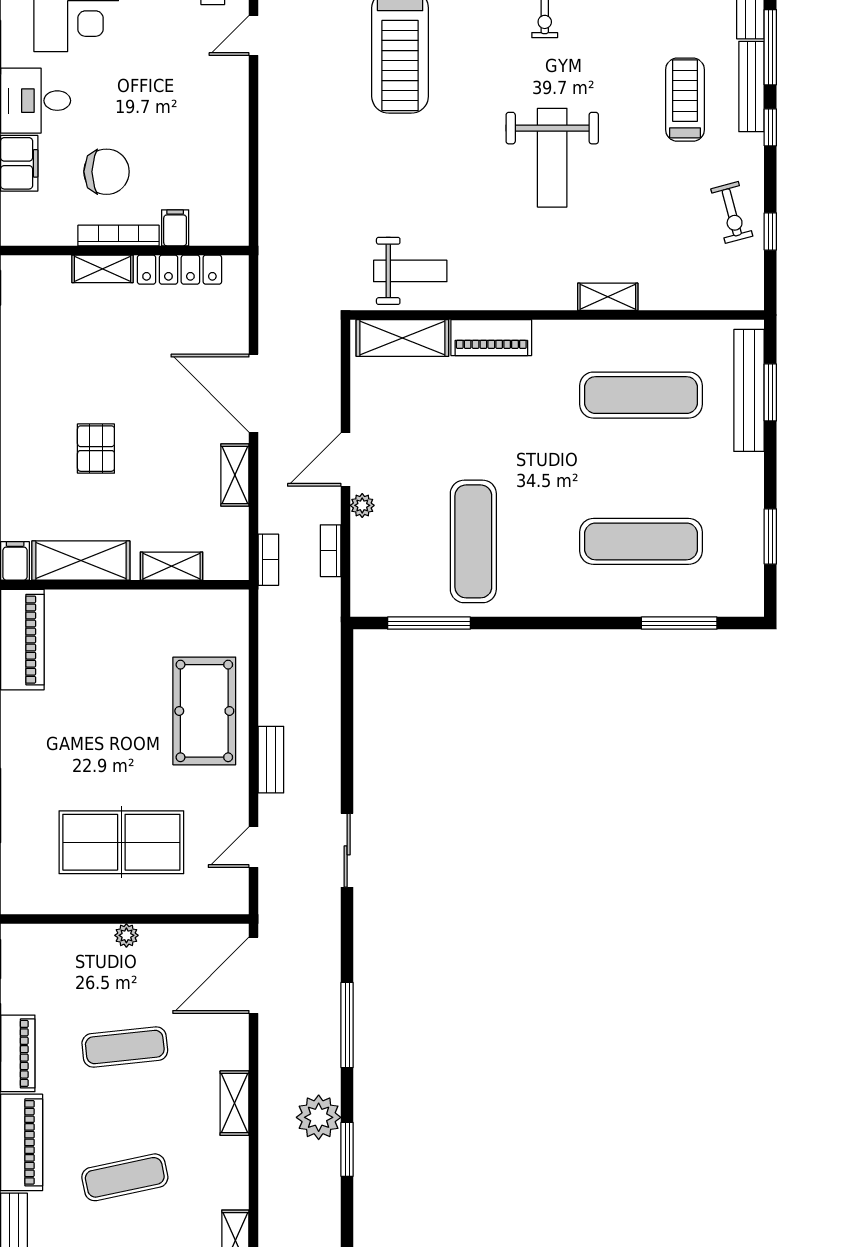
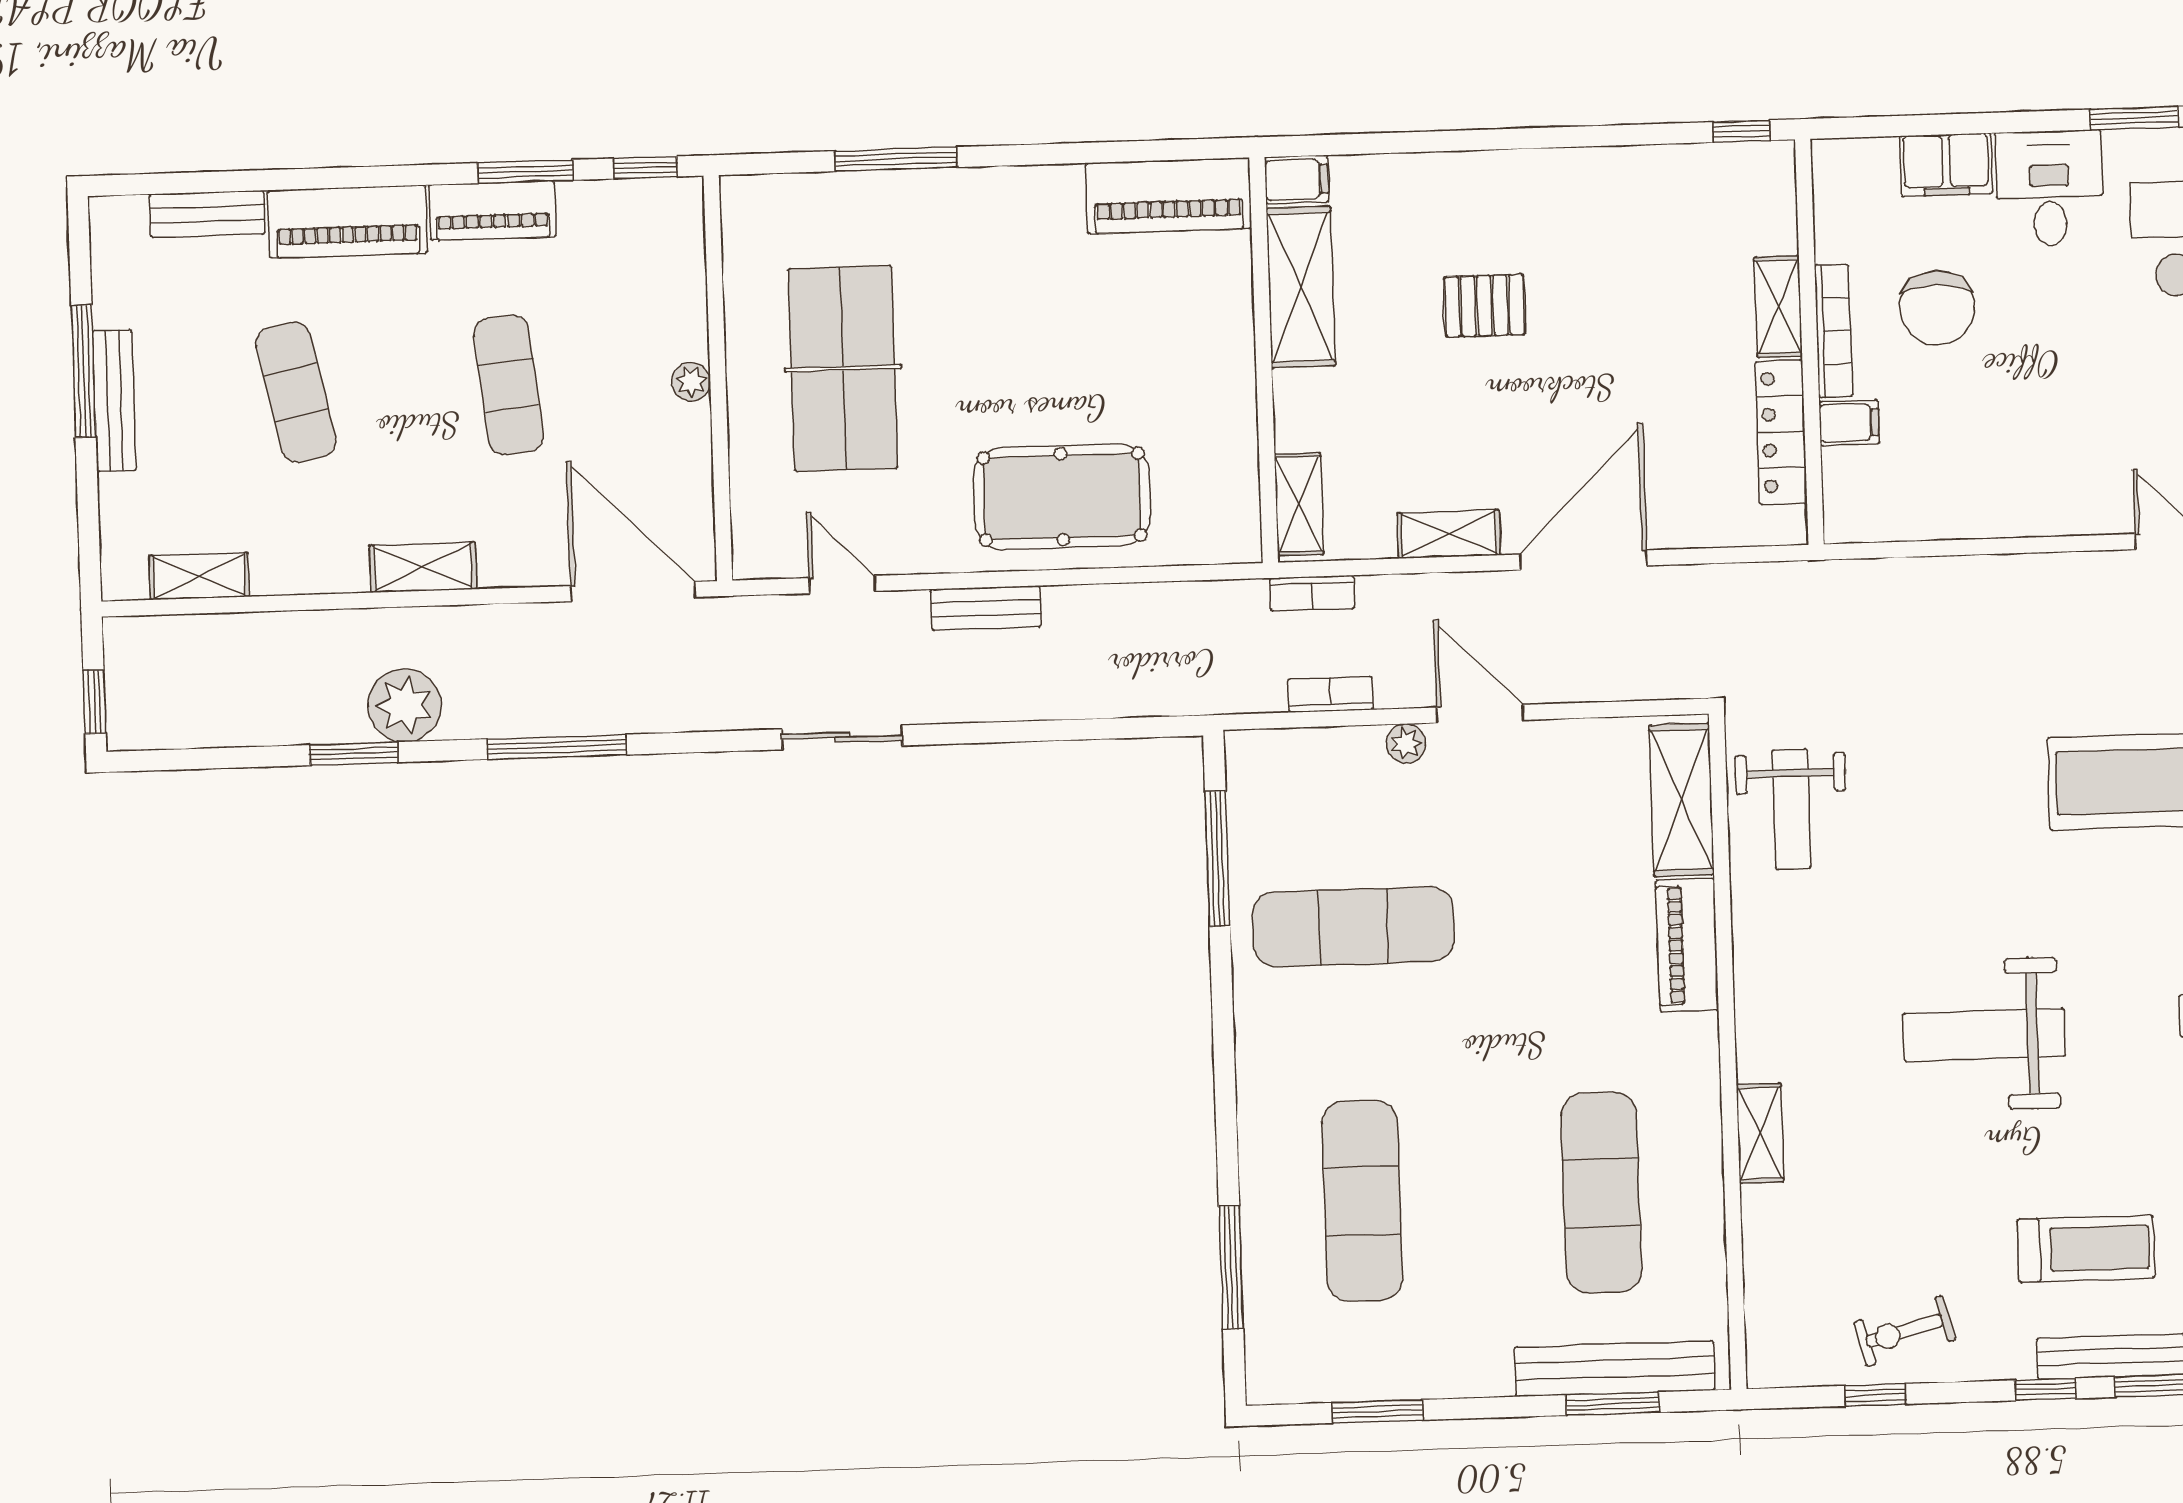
shelving: (172, 566) -> (1299, 504), moved

